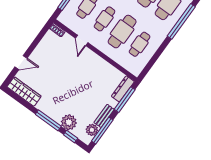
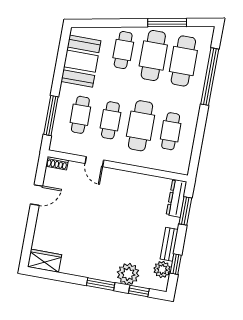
door: (21, 63) -> (37, 195), moved
wardrobe: (24, 92) -> (44, 261), width x0.67
window: (125, 100) -> (185, 211), width x0.69
window: (48, 120) -> (101, 284), width x0.69
window: (102, 131) -> (176, 264), width x0.46

